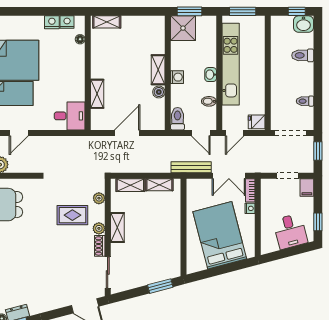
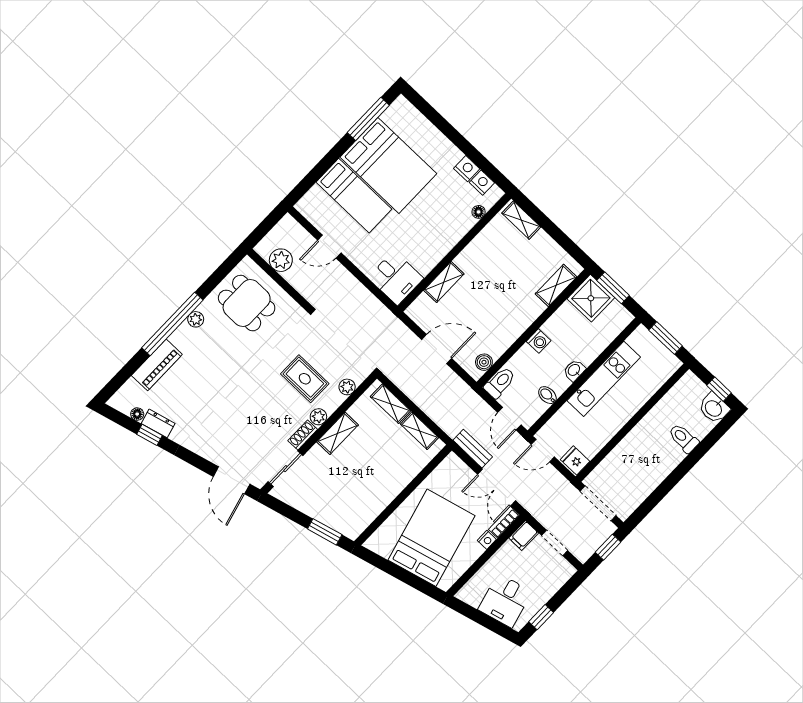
kitchen unit: (231, 64) -> (604, 379), width x0.73
shelving: (158, 70) -> (556, 285), moved
boiler: (159, 92) -> (484, 362), moved
toilet: (305, 101) -> (642, 486), removed
bench: (191, 167) -> (473, 449), width x0.73
filing cabinet: (307, 188) -> (524, 536), moved

